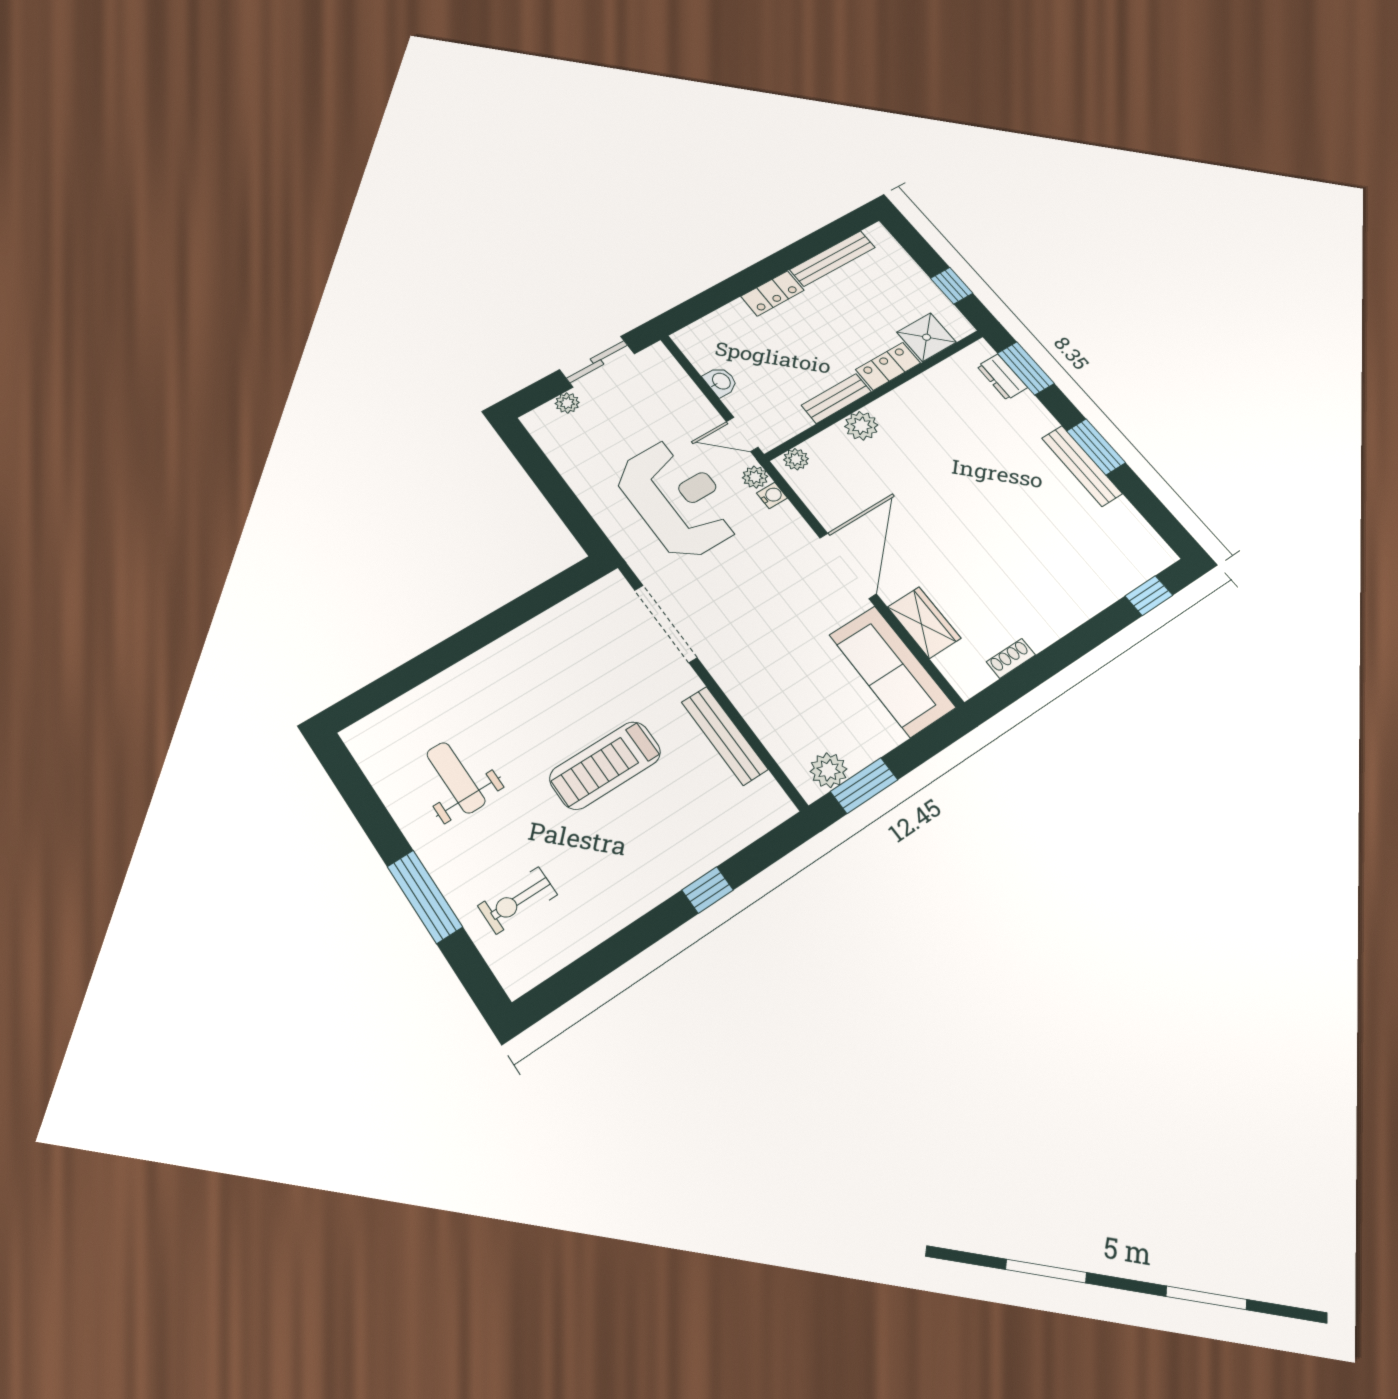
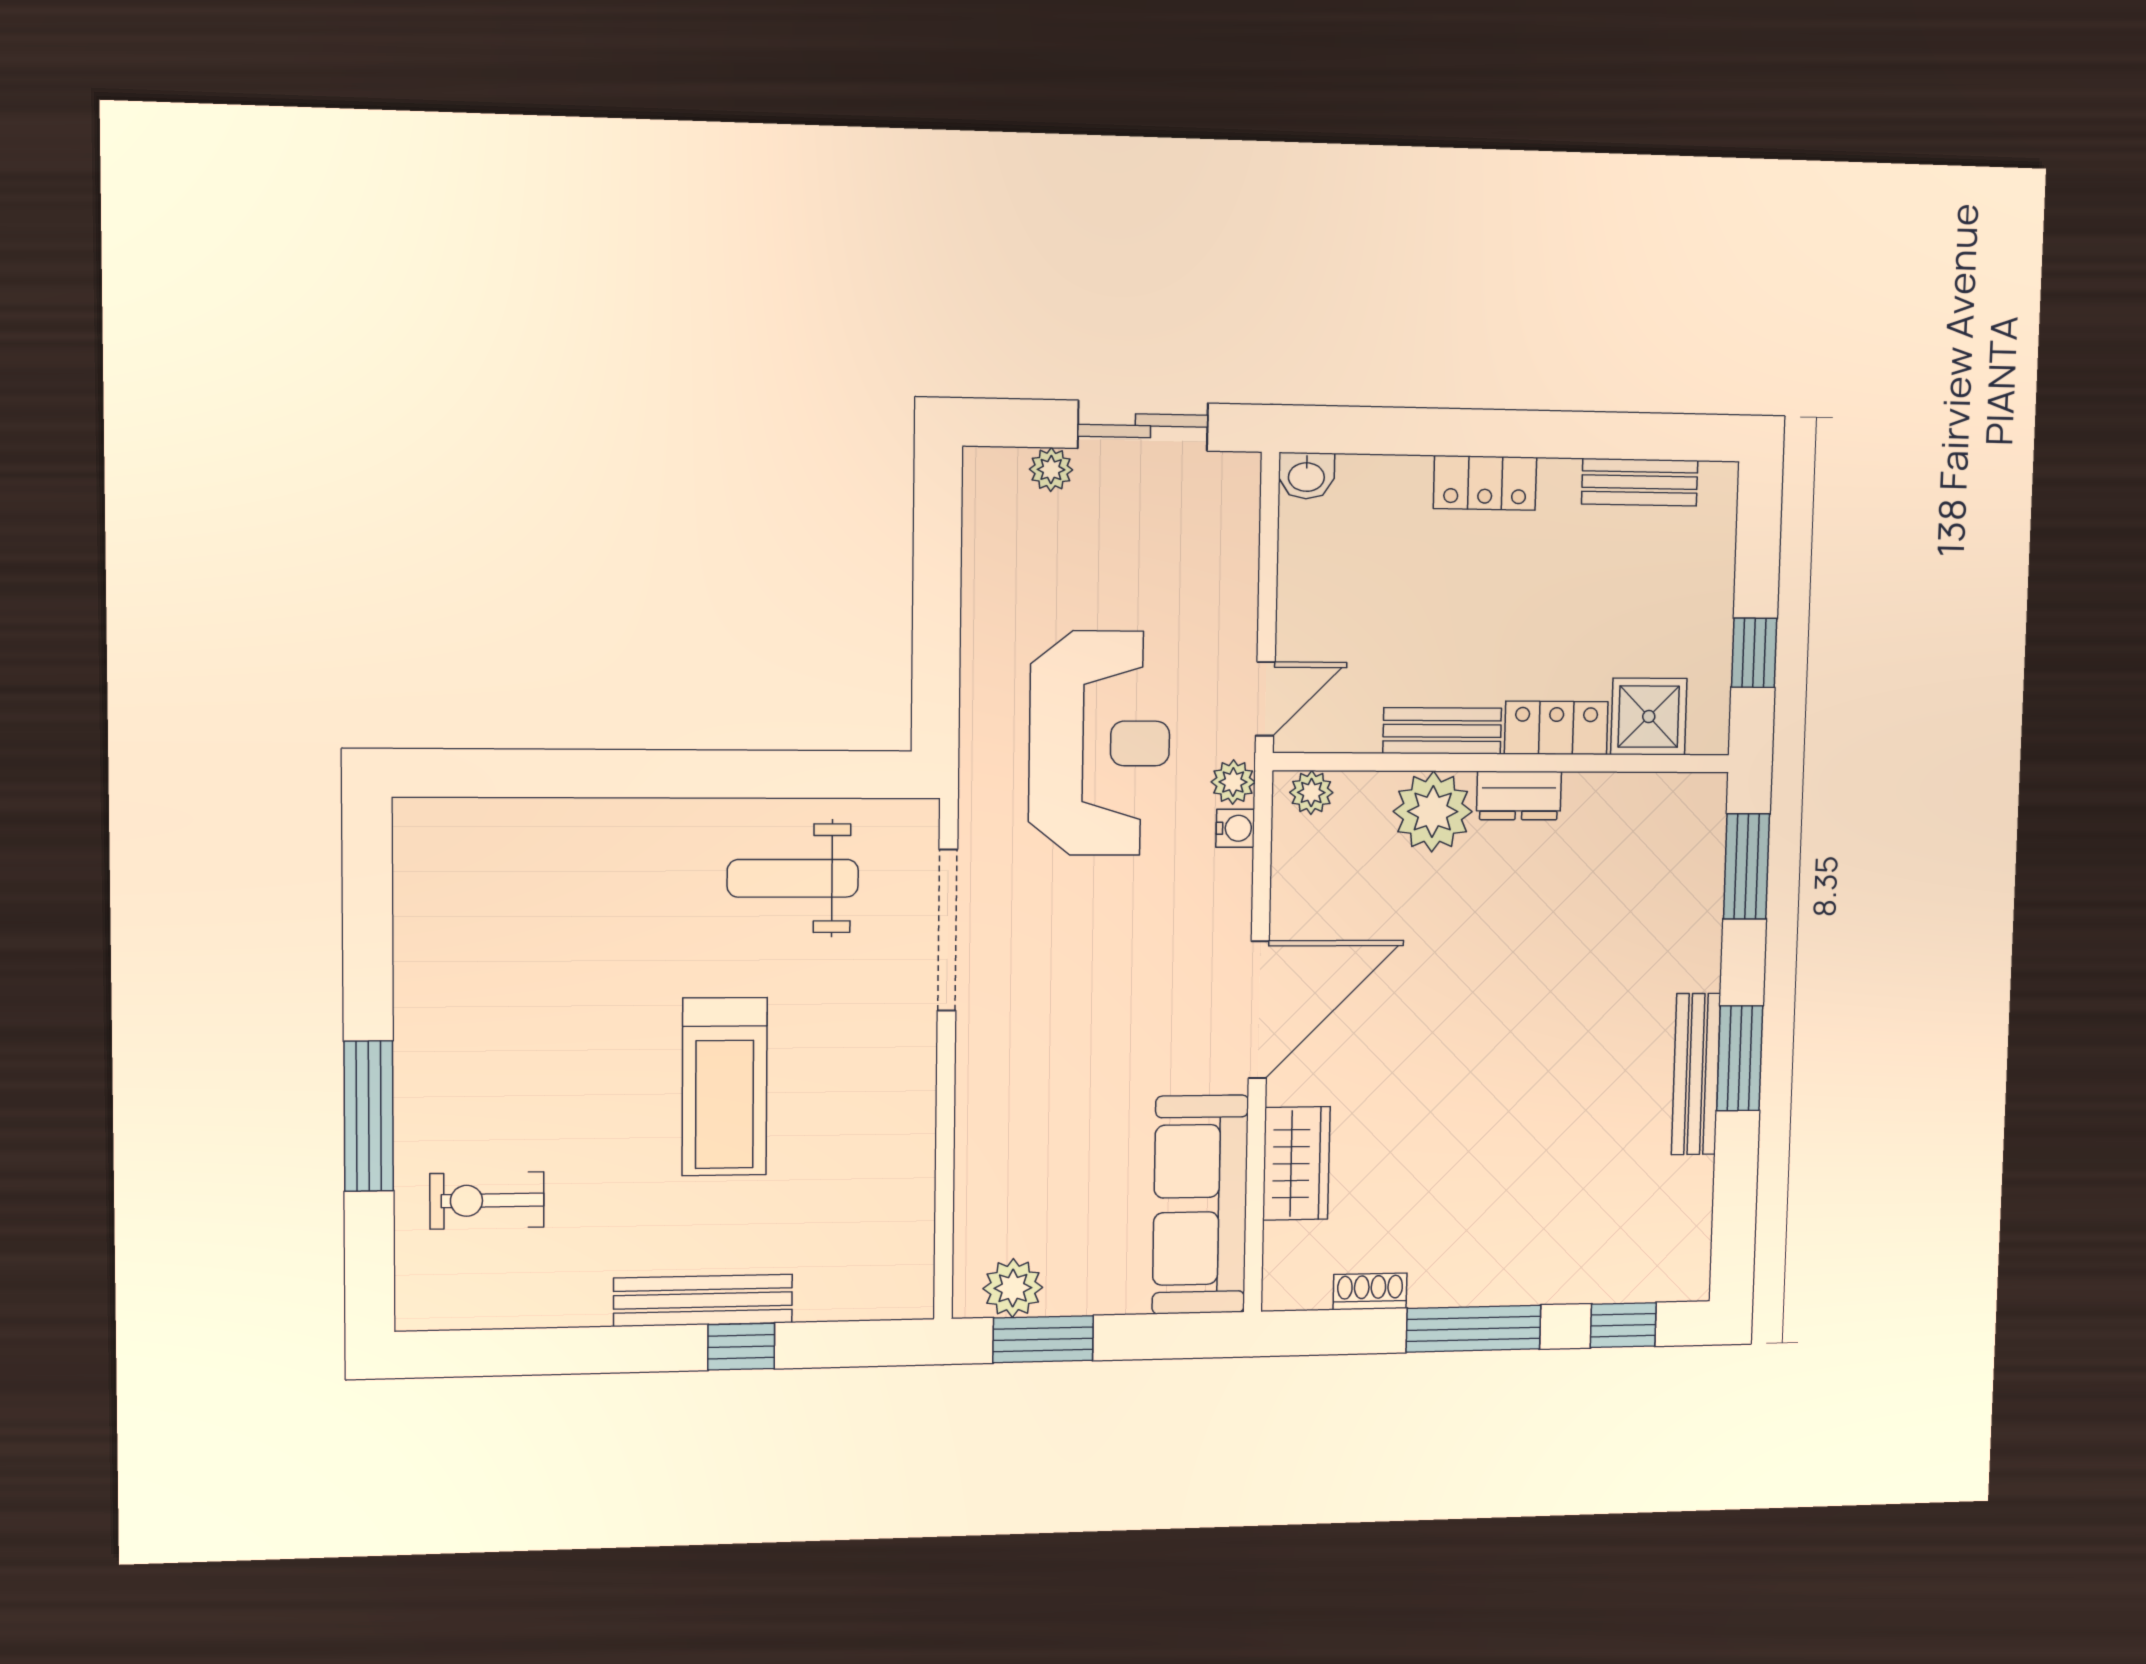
bench: (832, 259) -> (1640, 482), width x0.73
dresser: (1002, 377) -> (1519, 796), moved, turned -90
washbasin: (721, 381) -> (1306, 476), moved, turned 90
plant: (861, 426) -> (1433, 812), width x1.36, depth x1.36
door: (742, 434) -> (1265, 699), swing flipped
window: (1077, 643) -> (1474, 1329), added
bench: (725, 736) -> (703, 1300), moved, turned 90
treadmill: (605, 765) -> (725, 1087), turned -90
weight bench: (456, 778) -> (793, 878), moved, turned -90

